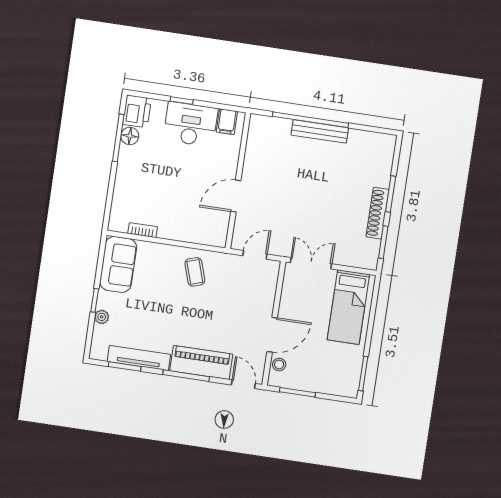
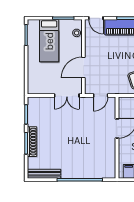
bench: (320, 131) -> (44, 174), moved
shoe rack: (378, 213) -> (32, 142), moved
bed: (348, 307) -> (49, 41), moved, turned 180
door: (272, 335) -> (83, 68), moved

